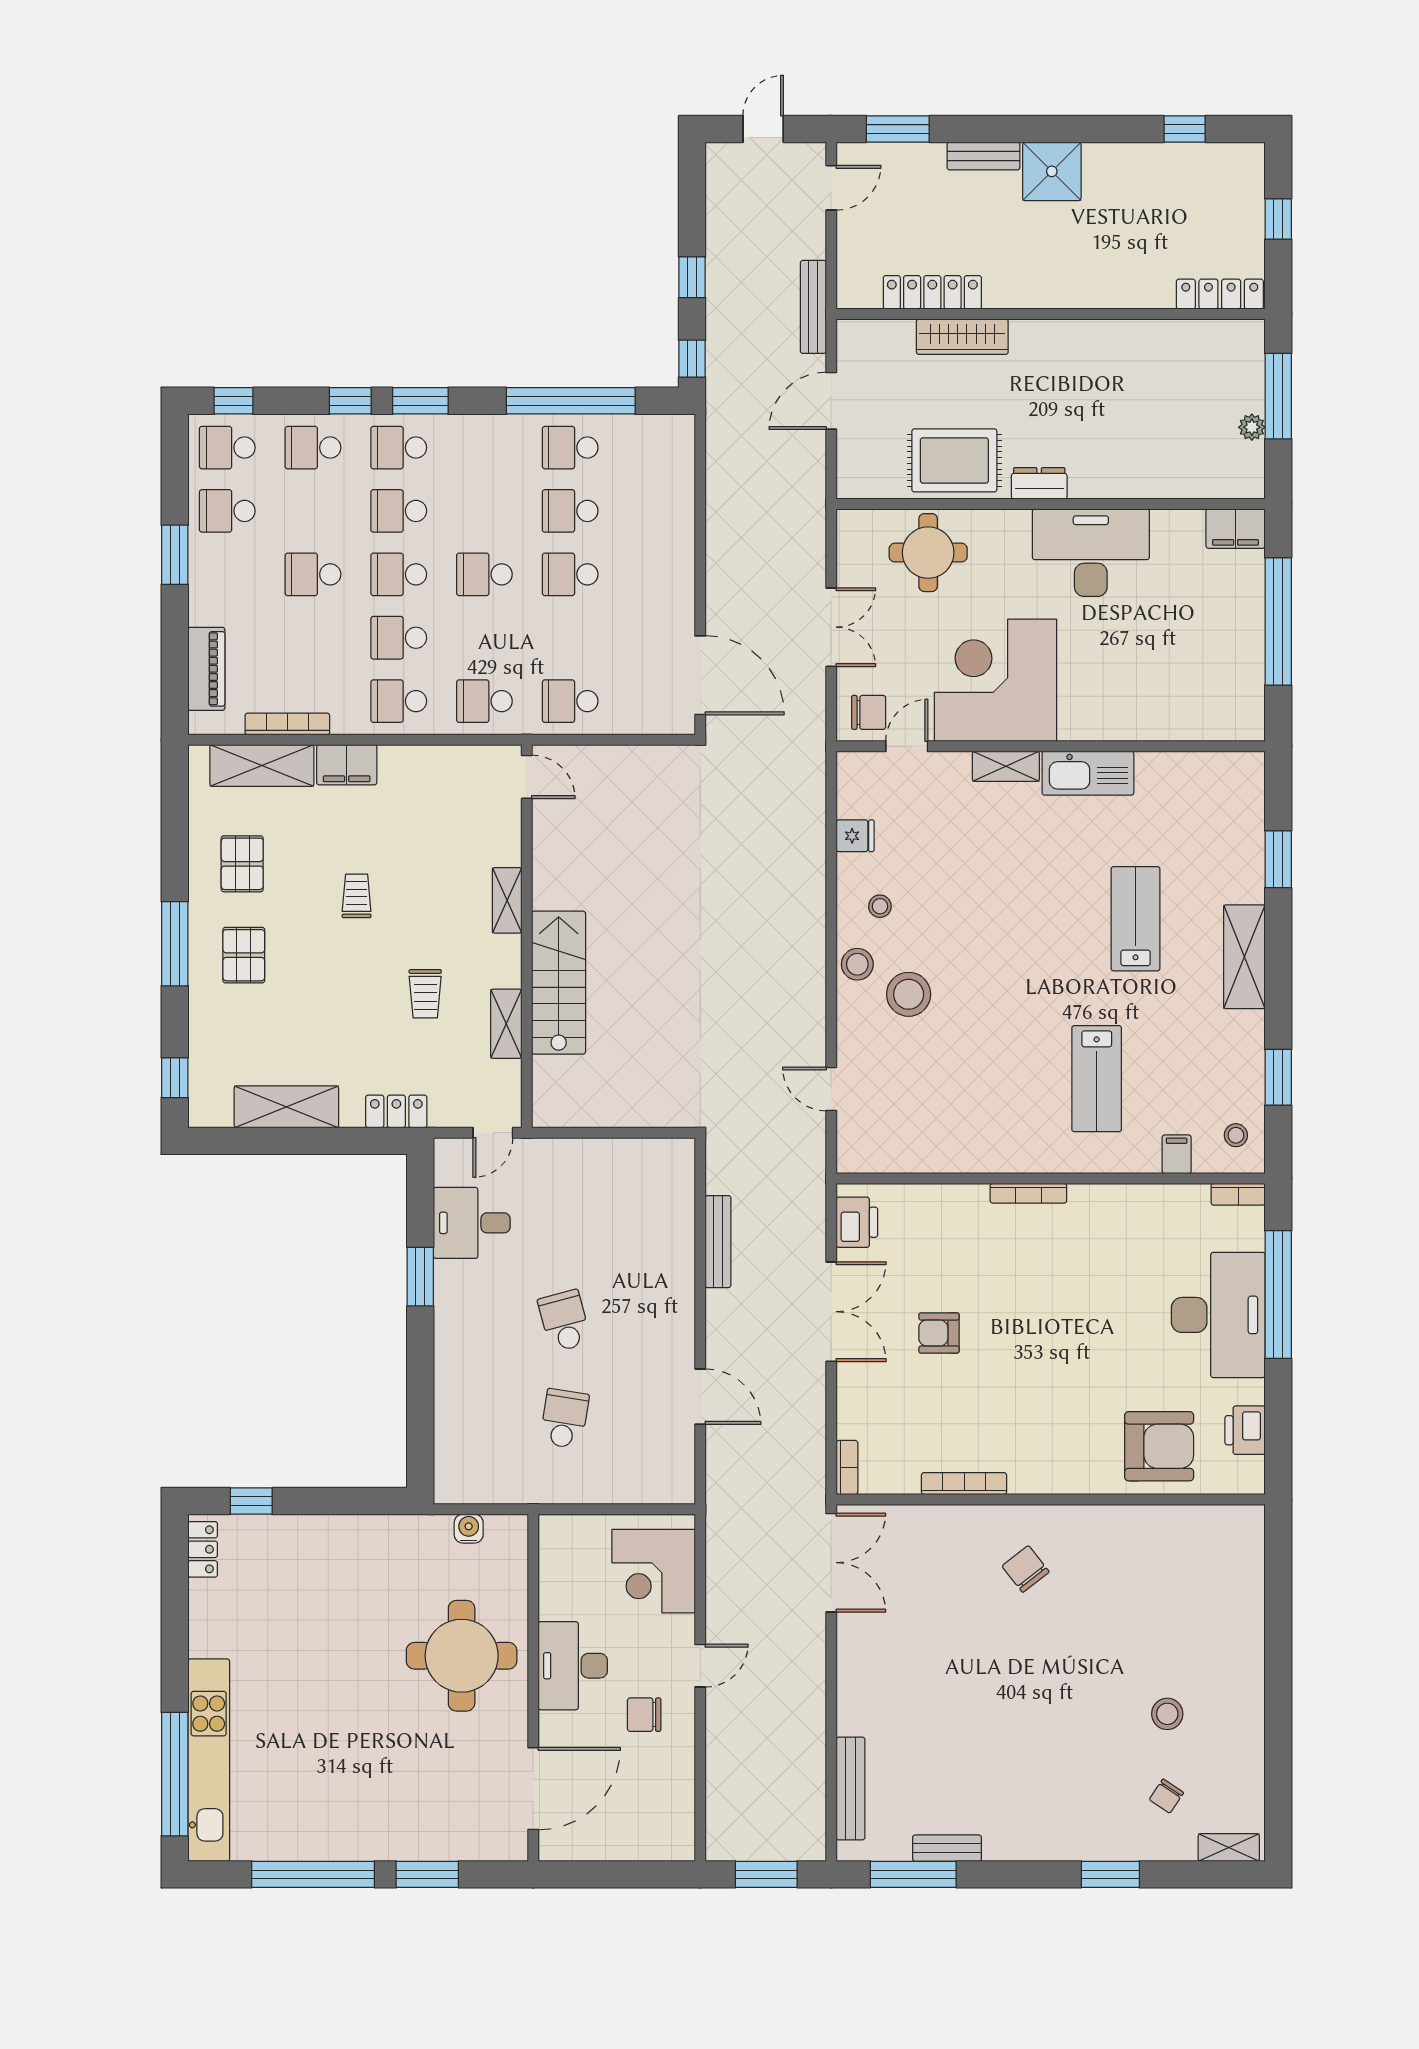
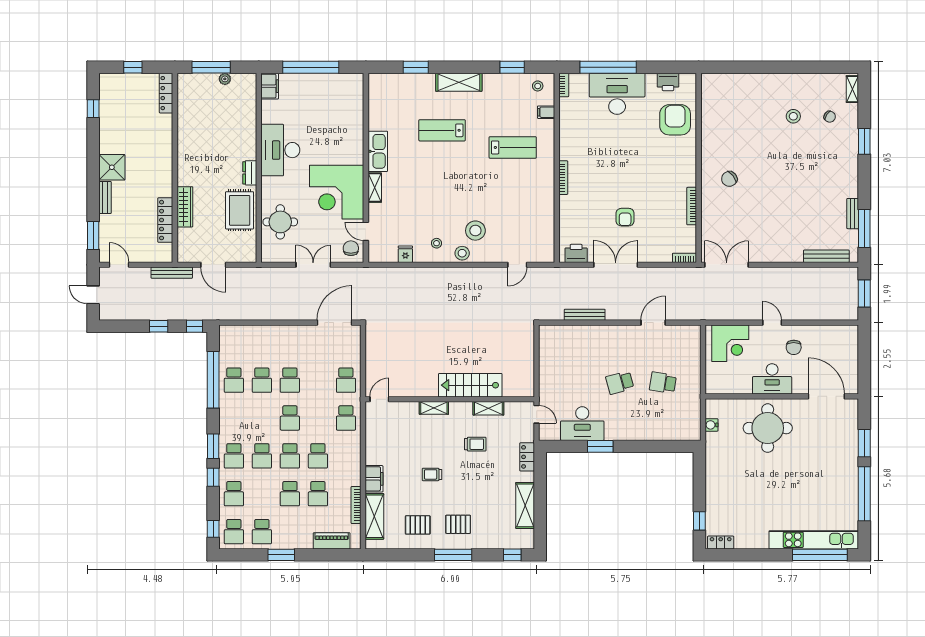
school desk: (399, 701) -> (318, 494), moved
desk: (472, 1223) -> (582, 424), width x1.37

